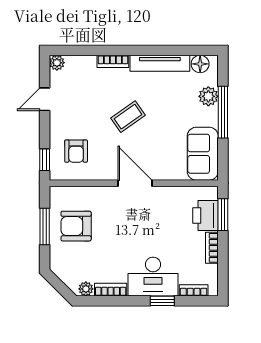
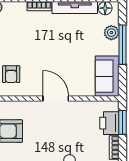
coffee table: (128, 117) -> (51, 48), removed

